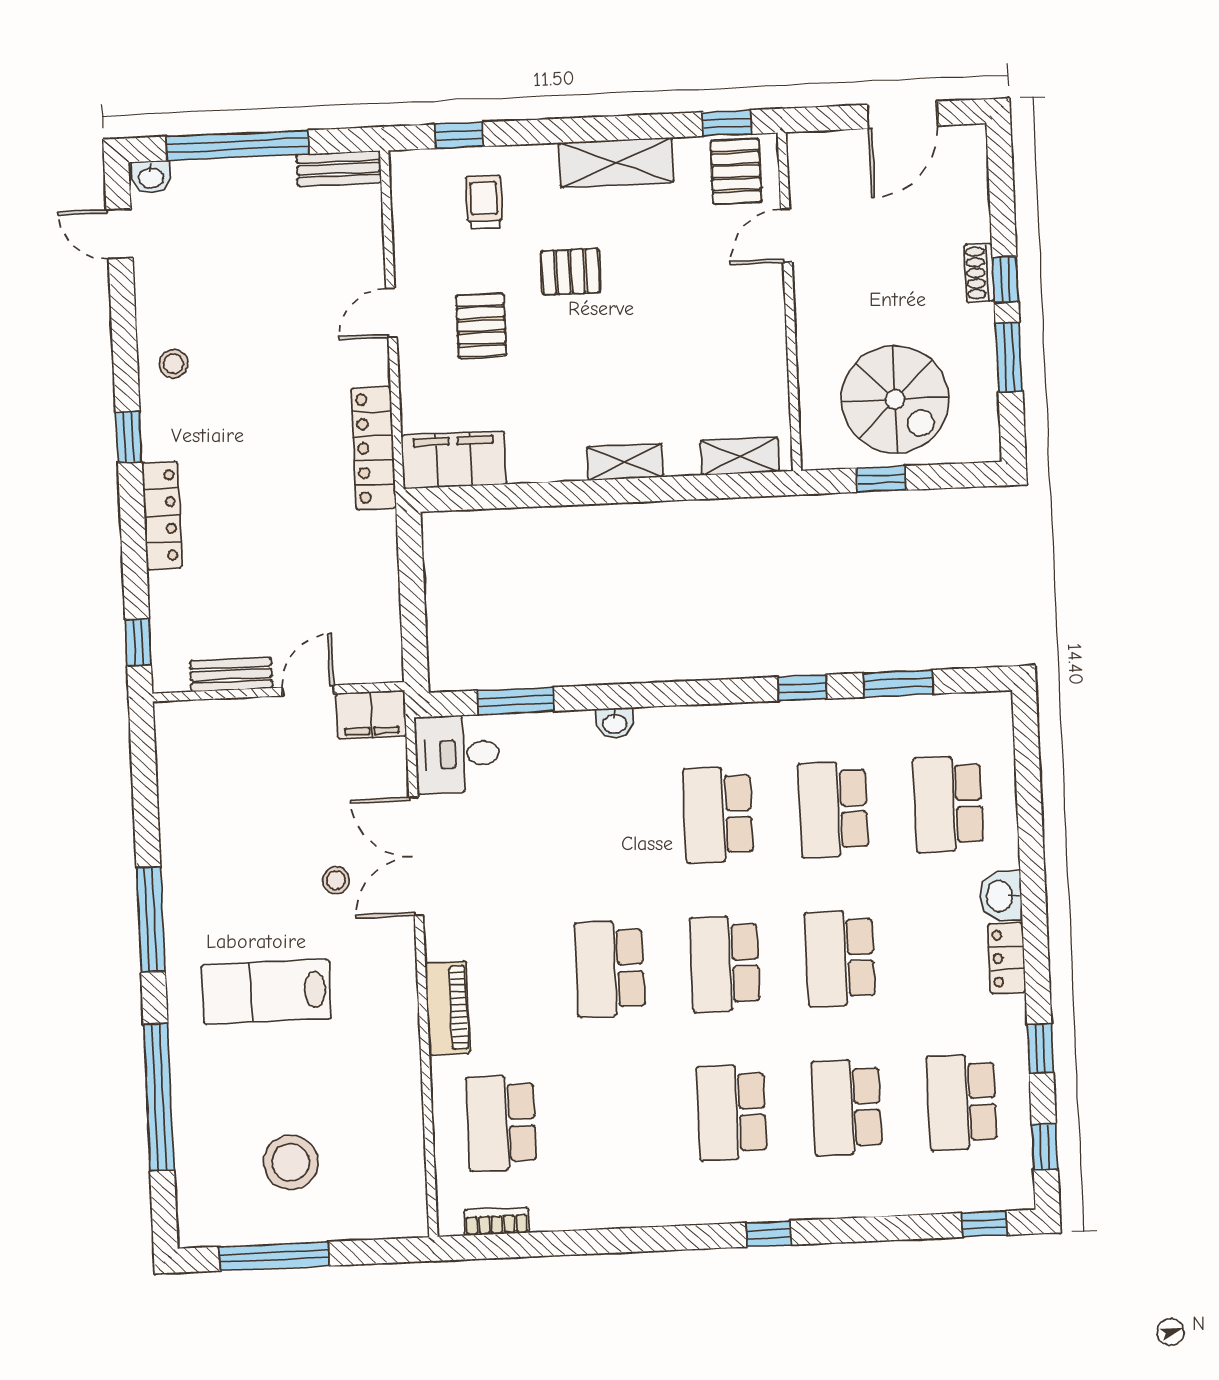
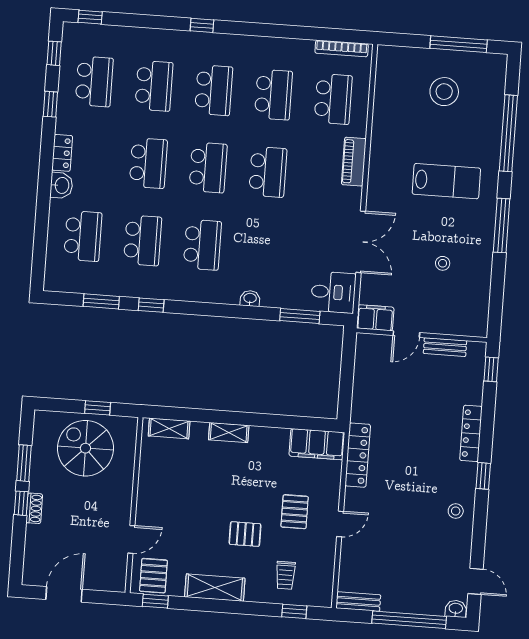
stool: (336, 880) -> (443, 263), moved
school desk: (616, 1118) -> (273, 95), added
bookcase: (497, 1221) -> (342, 48), width x1.56

